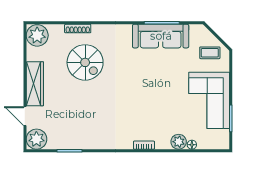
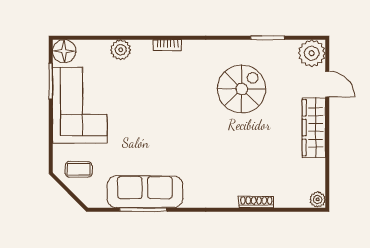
plant: (37, 35) -> (318, 199), width x0.53, depth x0.53
spiral stairs: (85, 62) -> (242, 89), moved, turned 90
floor lamp: (192, 145) -> (64, 51), moved, width x1.89, depth x1.89

